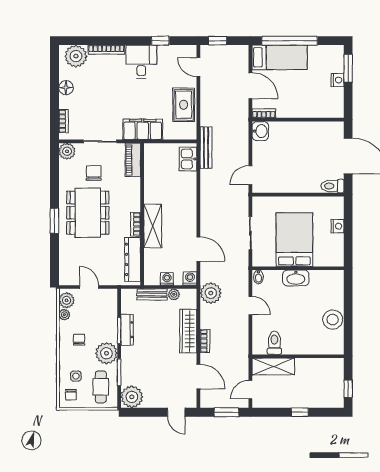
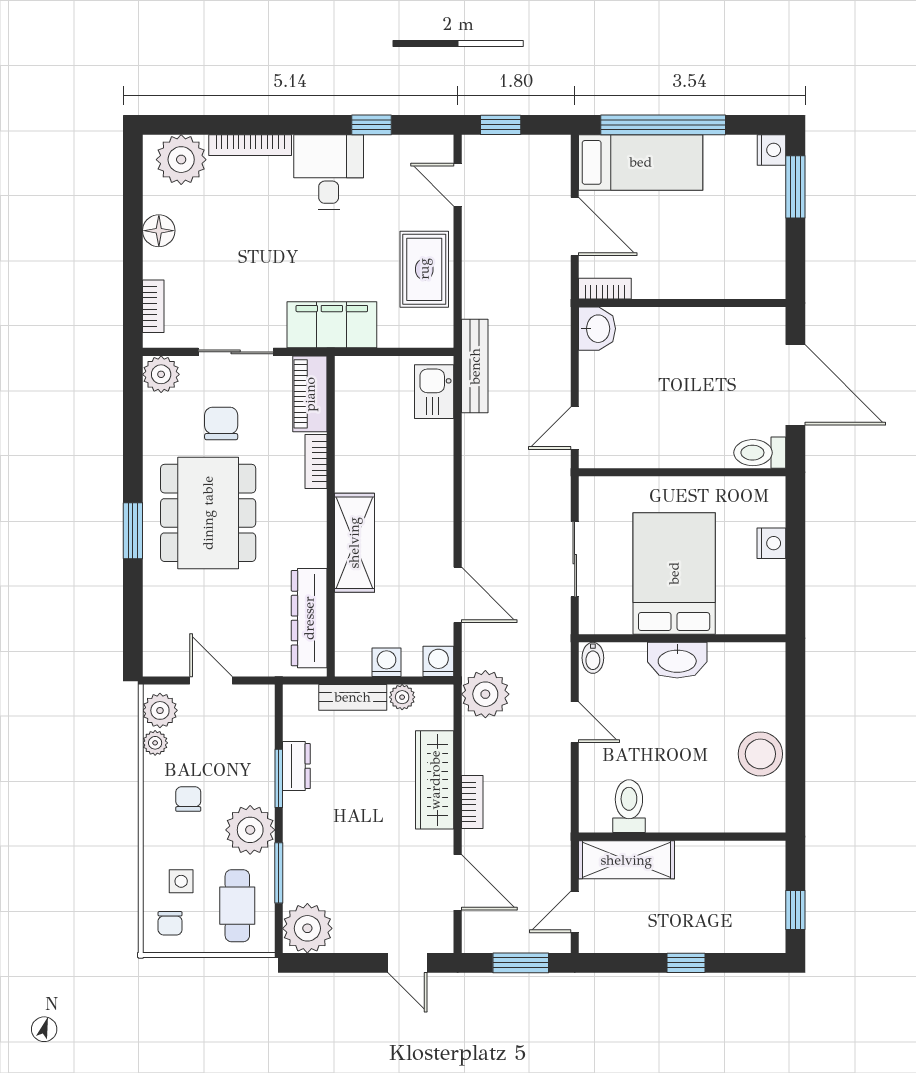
nightstand: (338, 80) -> (771, 150), moved
bookcase: (136, 224) -> (316, 462), moved
dresser: (127, 330) -> (296, 766), width x0.70

